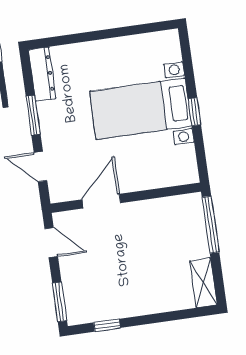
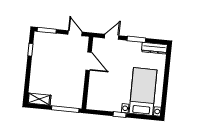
bed with nightstands: (141, 109) -> (143, 92), moved
door: (51, 243) -> (75, 33), swing flipped

